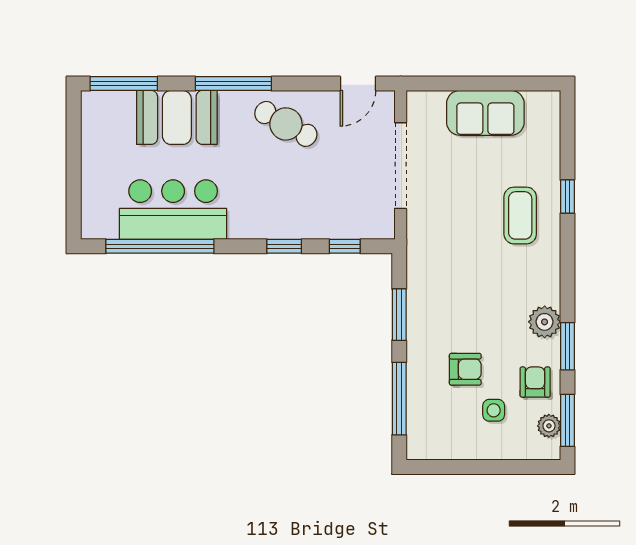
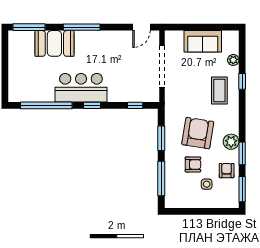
cafe table: (286, 124) -> (107, 47), removed
bar counter: (173, 210) -> (81, 88), moved
window: (284, 246) -> (92, 105), moved
armchair: (475, 304) -> (198, 133), added
plant: (549, 426) -> (233, 60), moved

